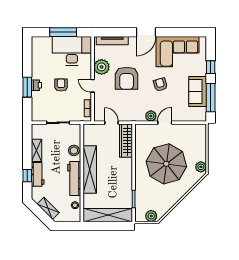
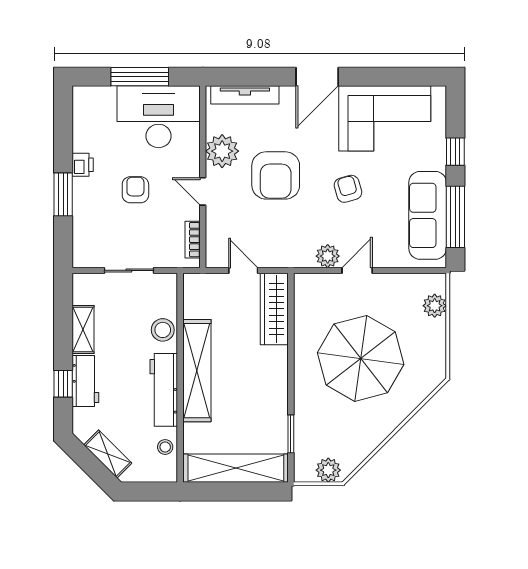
printer: (36, 85) -> (83, 165), moved
sofa: (198, 92) -> (428, 215), width x1.36
plant: (201, 167) -> (435, 306), moved

